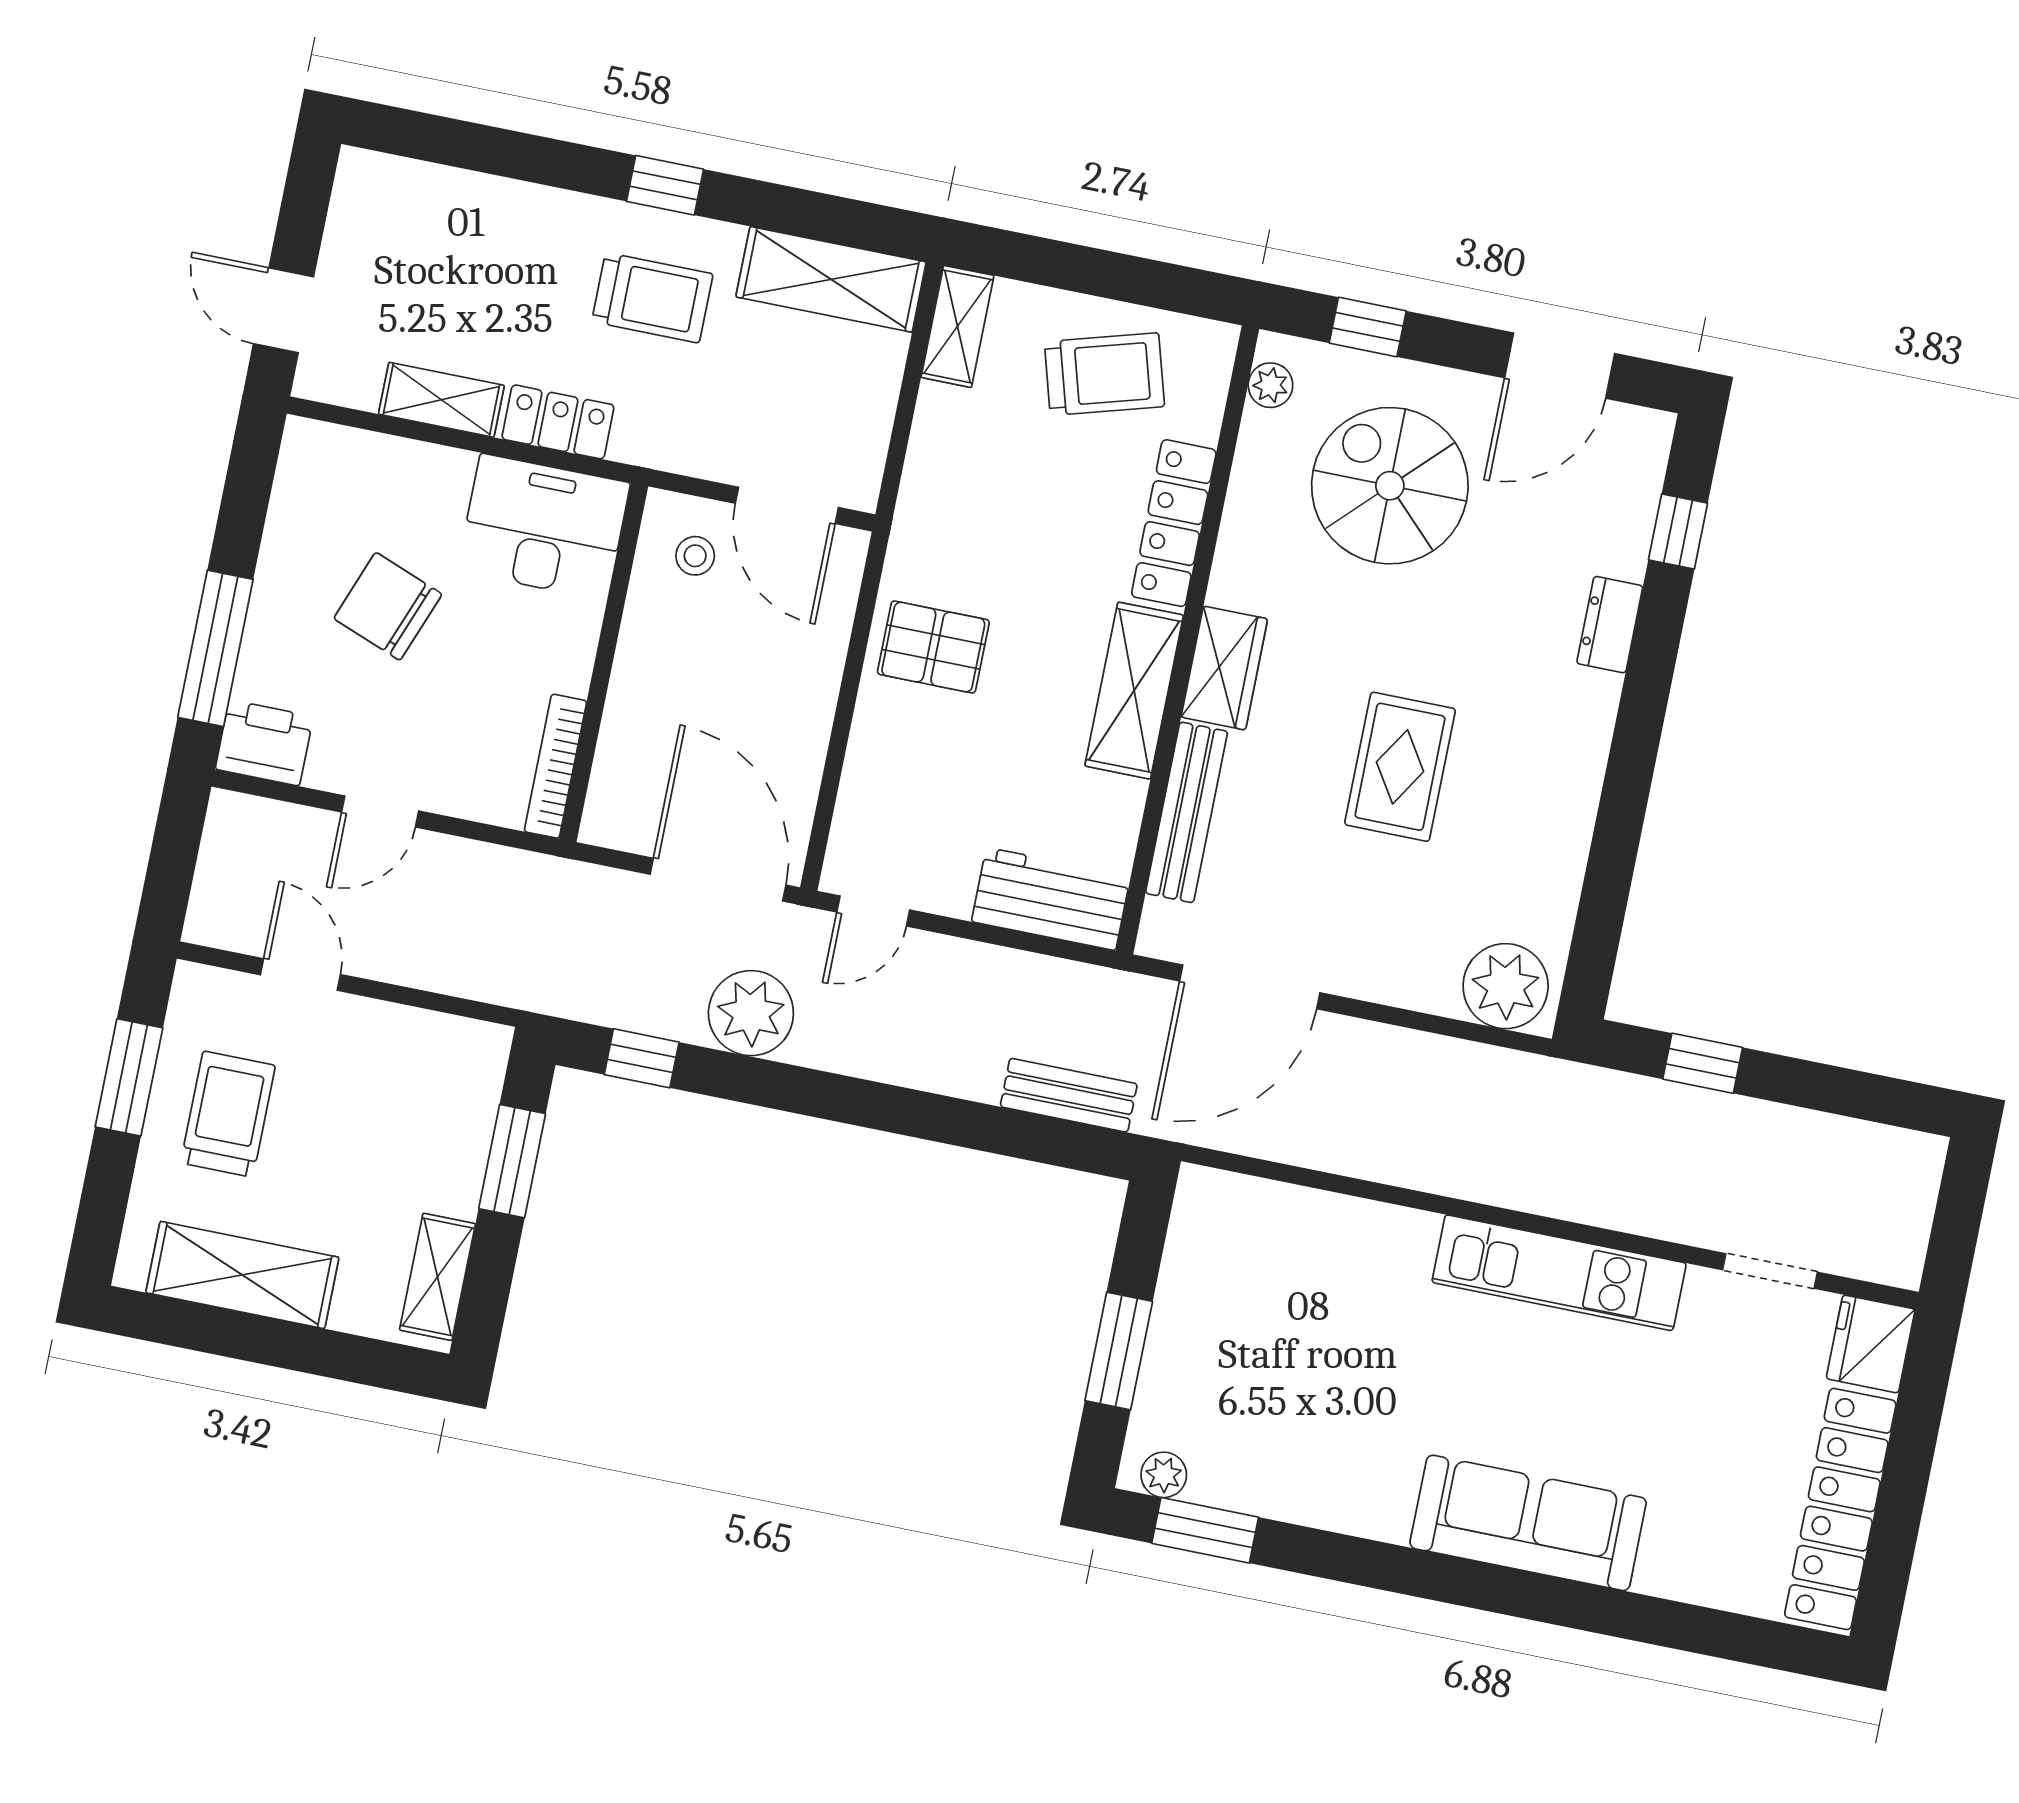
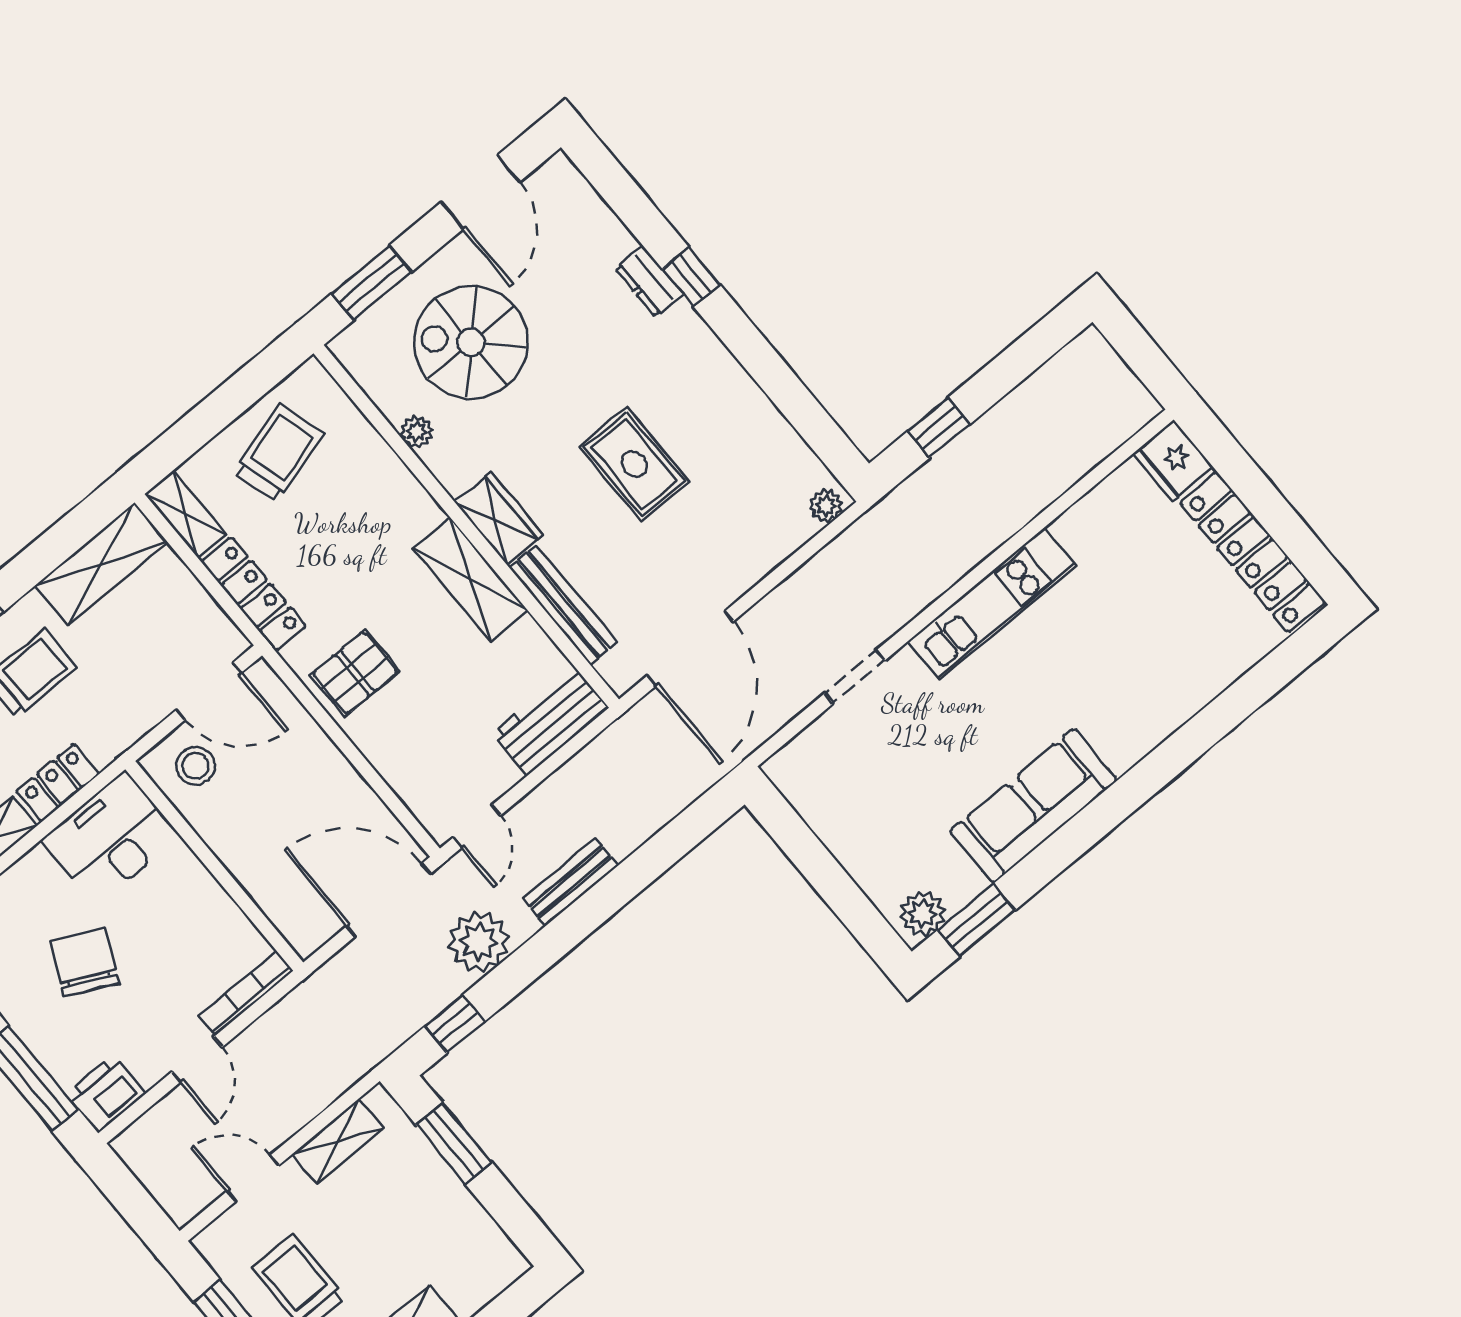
window: (1368, 327) -> (371, 283), width x1.50
plant: (1270, 385) -> (417, 432), moved
locker: (1174, 523) -> (254, 594), moved, turned 180
window: (1678, 532) -> (691, 277), moved
stool: (695, 556) -> (196, 766), width x1.37, depth x1.37
chair: (388, 606) -> (85, 962), turned 95
bookcase: (555, 766) -> (246, 993), moved, turned 90
plant: (1506, 986) -> (826, 506), width x0.53, depth x0.53
bench: (1069, 1095) -> (570, 882), moved
doorway: (1770, 1271) -> (855, 677), moved
shelving: (438, 1277) -> (338, 1141), moved, turned 90
window: (1119, 1351) -> (836, 888), removed
plant: (1164, 1475) -> (922, 914), width x1.38, depth x1.38
sofa: (1528, 1523) -> (1033, 806), moved

